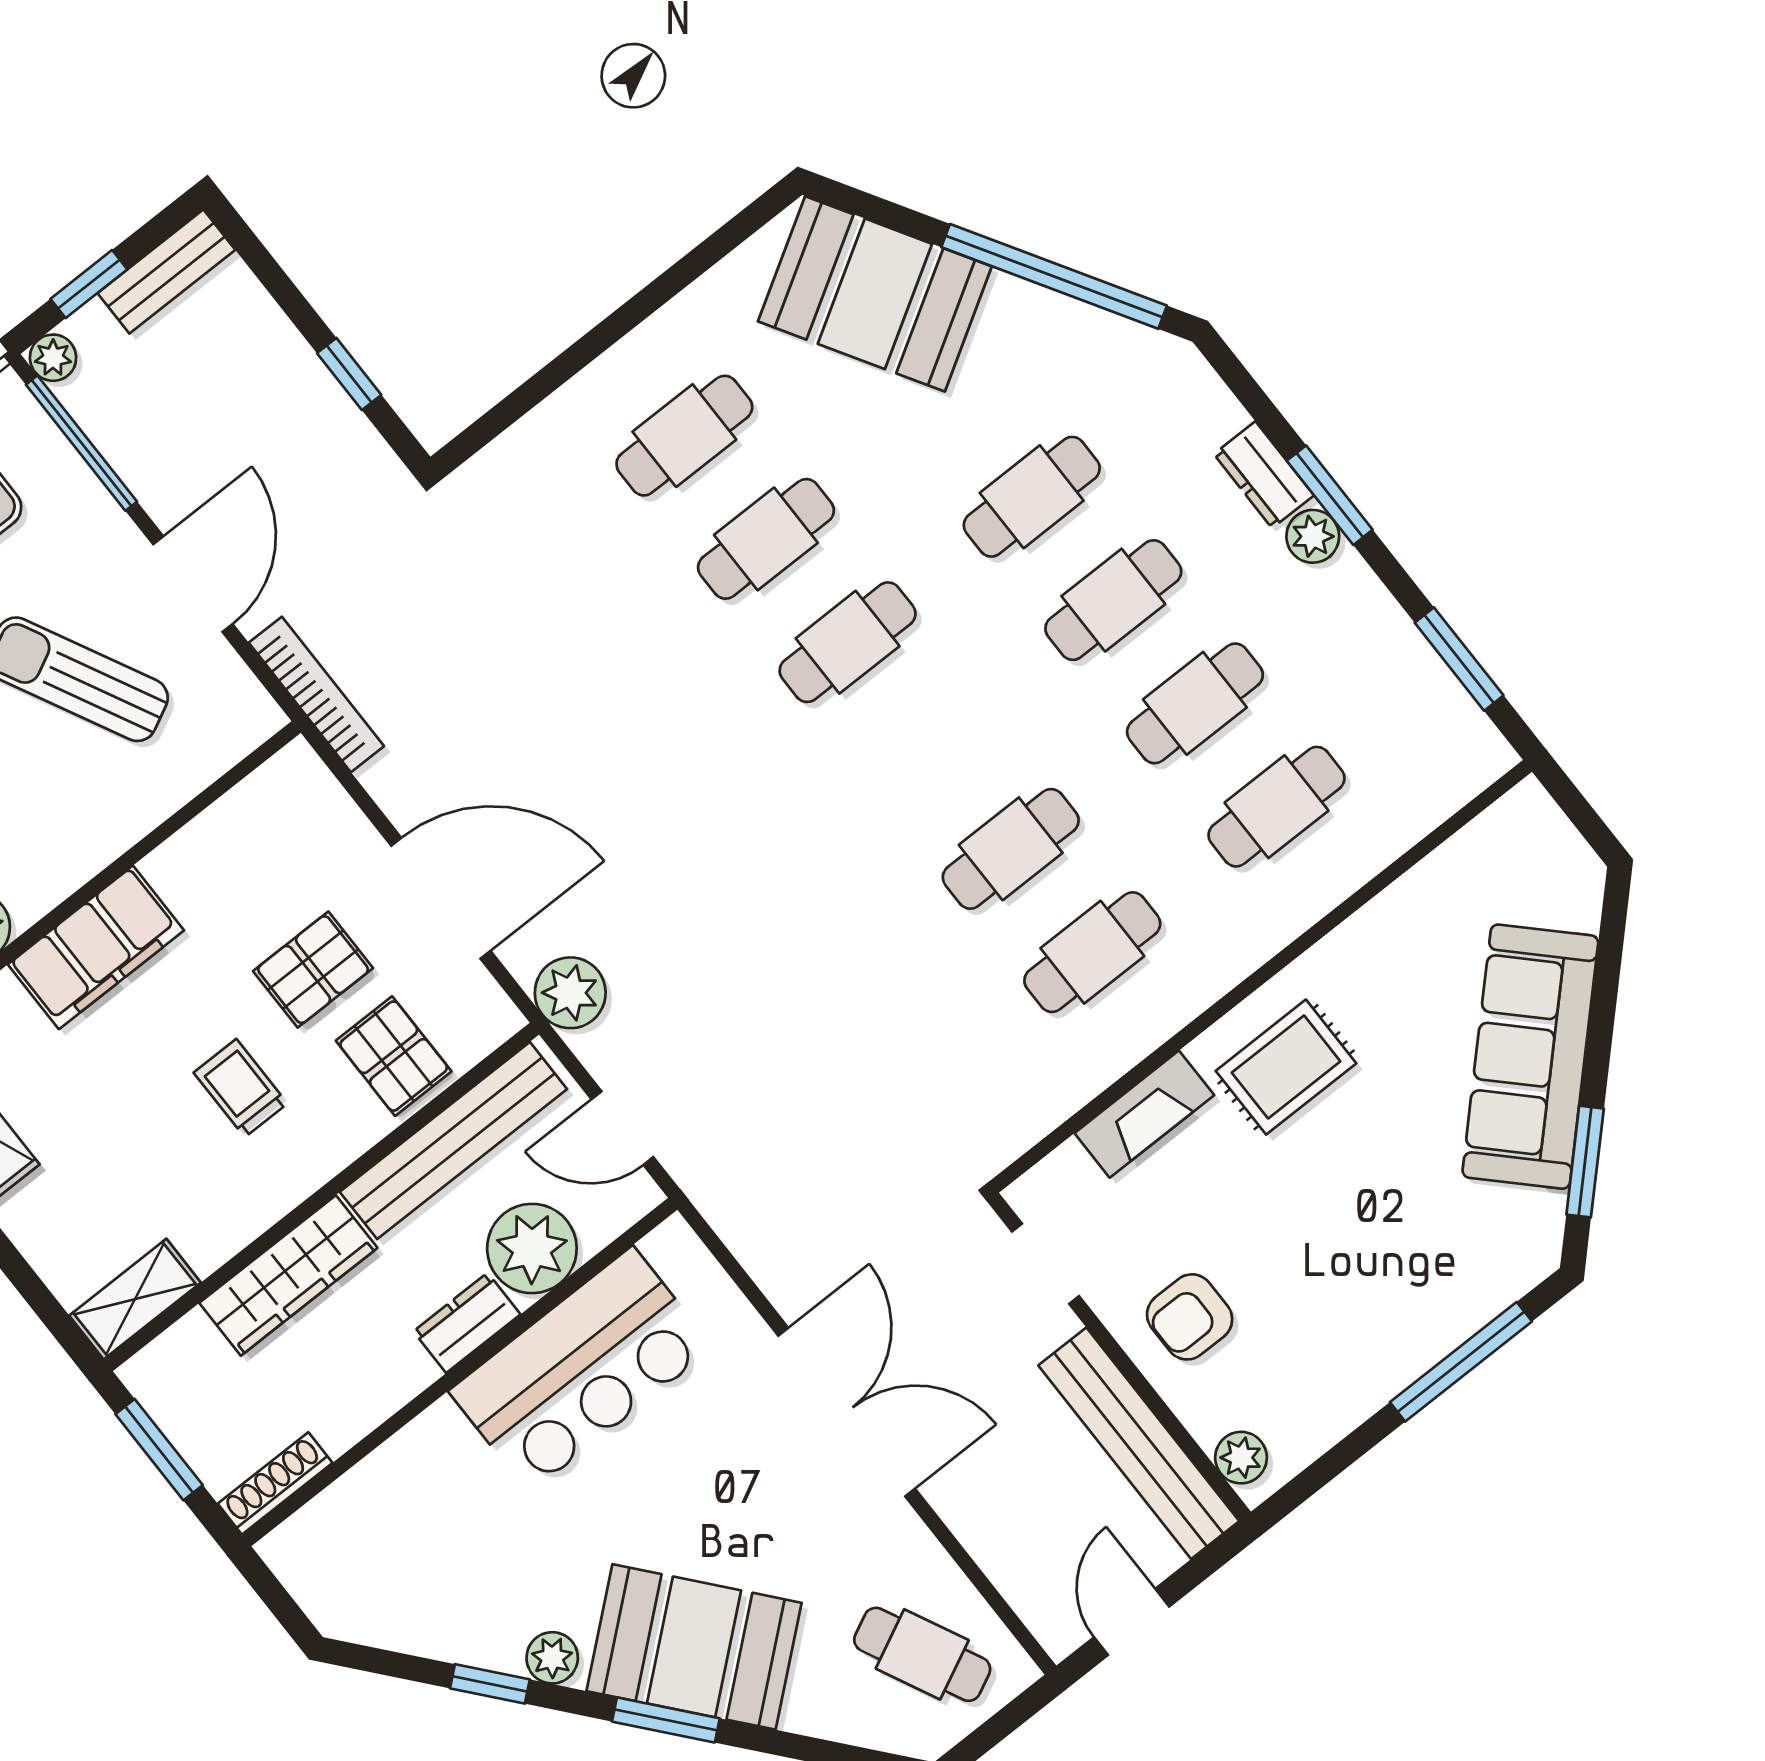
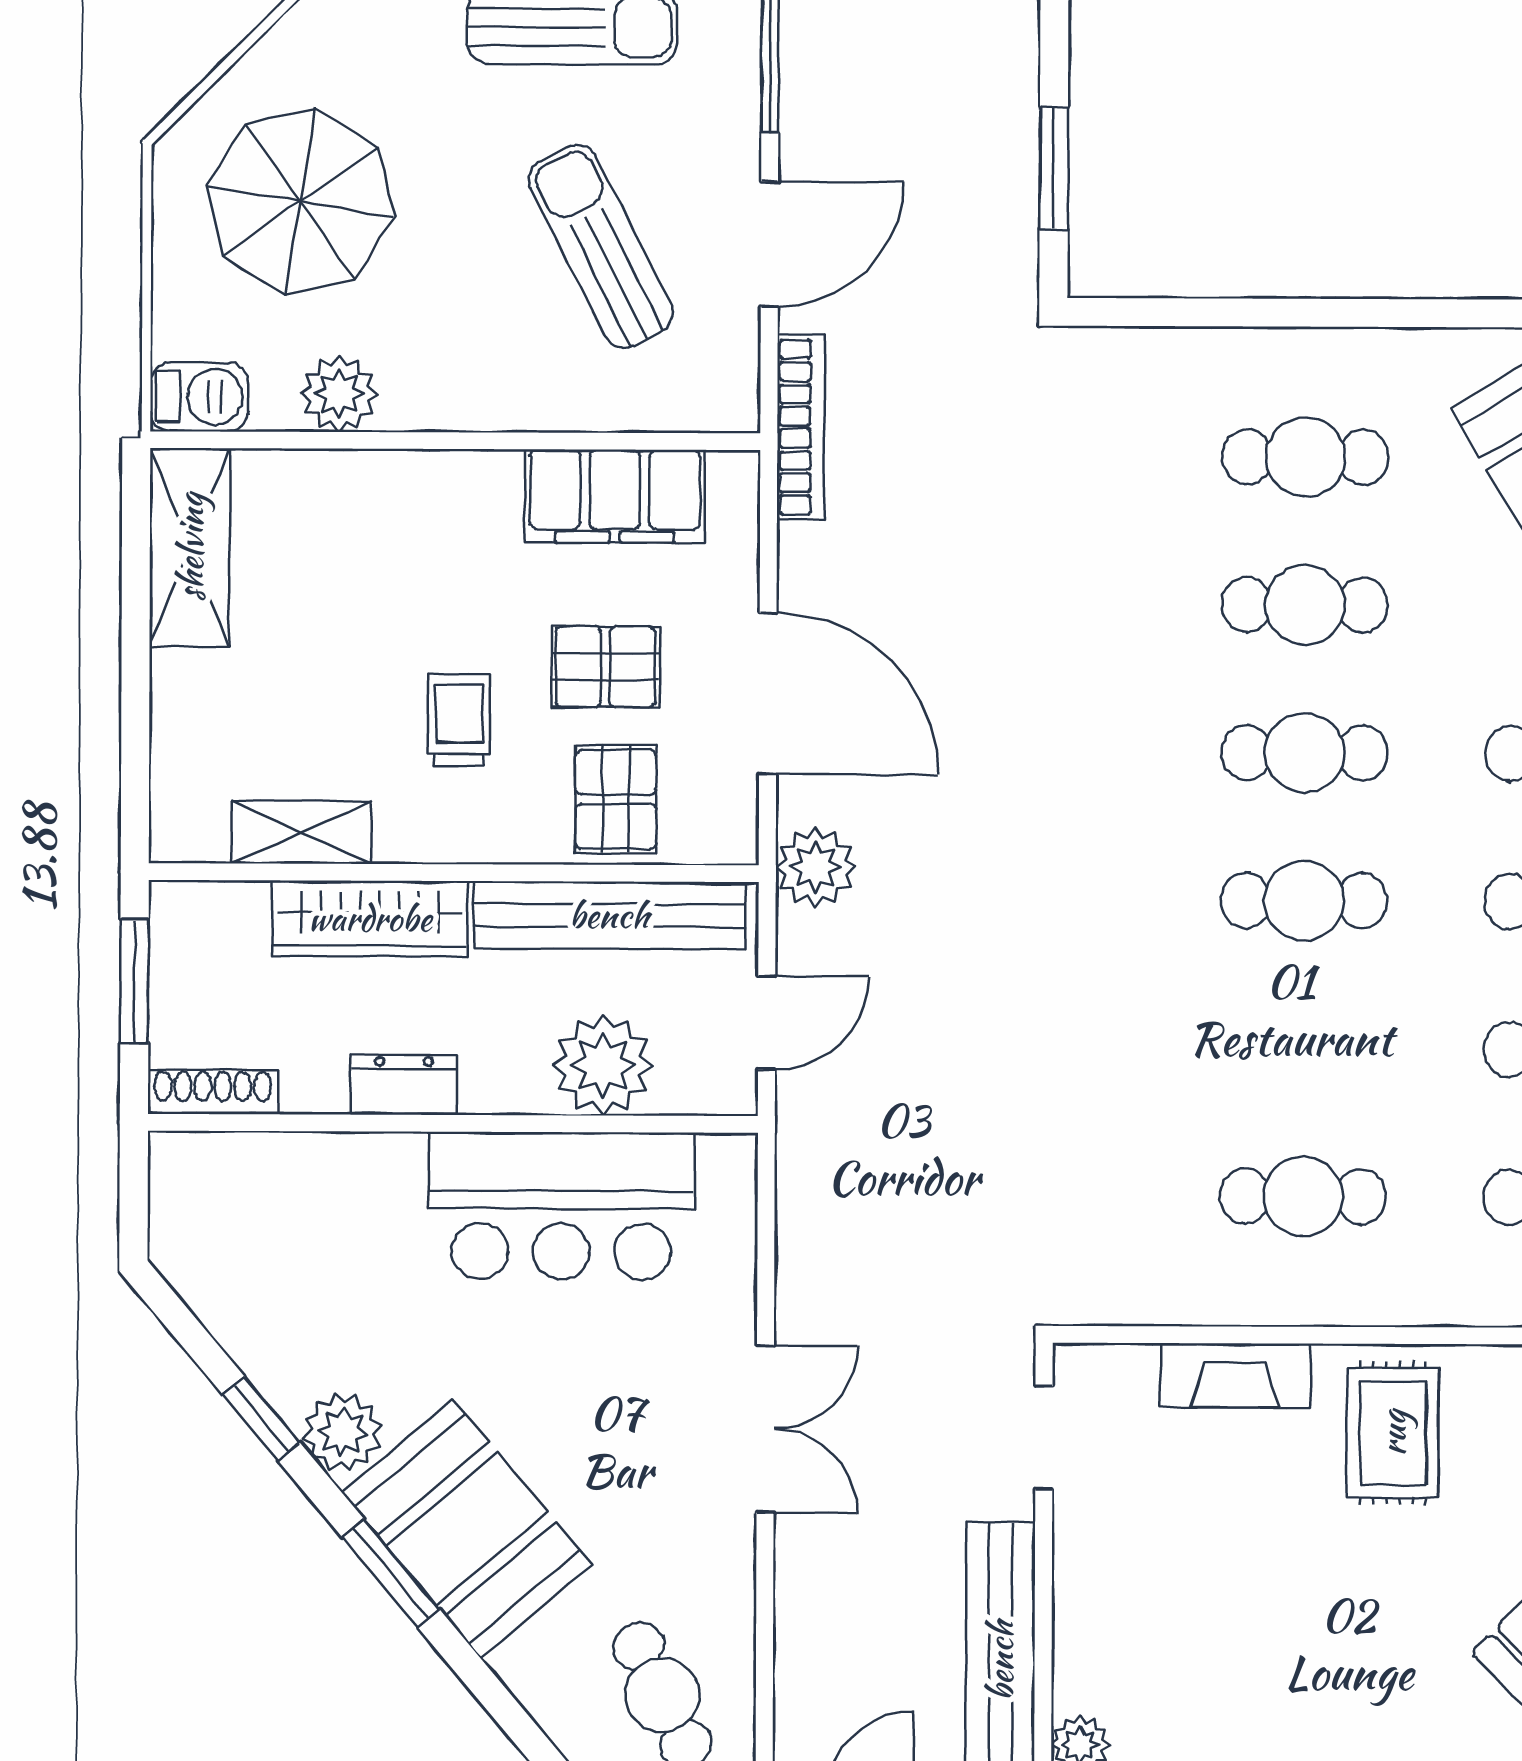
window: (349, 374) -> (1054, 168), width x1.50
cafe table: (1011, 849) -> (1304, 901), moved
filing cabinet: (96, 947) -> (615, 496), moved
rug: (1286, 1067) -> (1393, 1433), turned 90
door: (622, 1128) -> (767, 1023), swing flipped
shelving: (135, 1299) -> (301, 832), moved
armchair: (1190, 1317) -> (1133, 1585), removed
dresser: (467, 1323) -> (404, 1085), moved
double door: (847, 1412) -> (765, 1429), width x0.73
plant: (552, 1658) -> (343, 1432), width x1.38, depth x1.38

